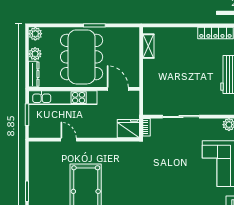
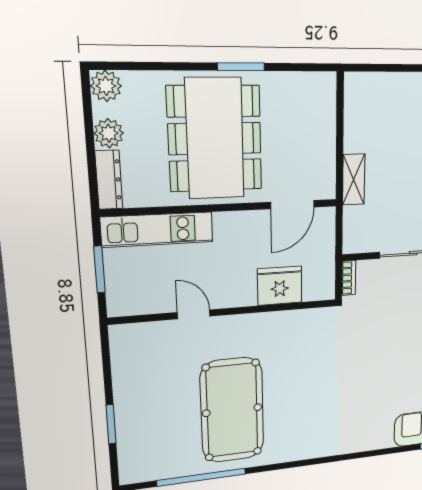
shelving: (148, 46) -> (354, 179), moved
door: (118, 89) -> (292, 205), swing flipped
kitchen unit: (63, 98) -> (157, 230), width x0.73
fridge: (128, 129) -> (280, 286), moved

